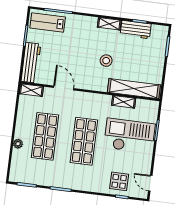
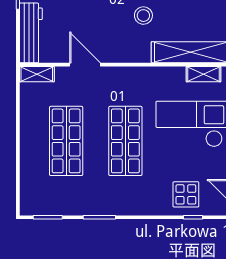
shelving: (124, 102) -> (204, 74), moved
plant: (18, 144) -> (27, 157), removed

